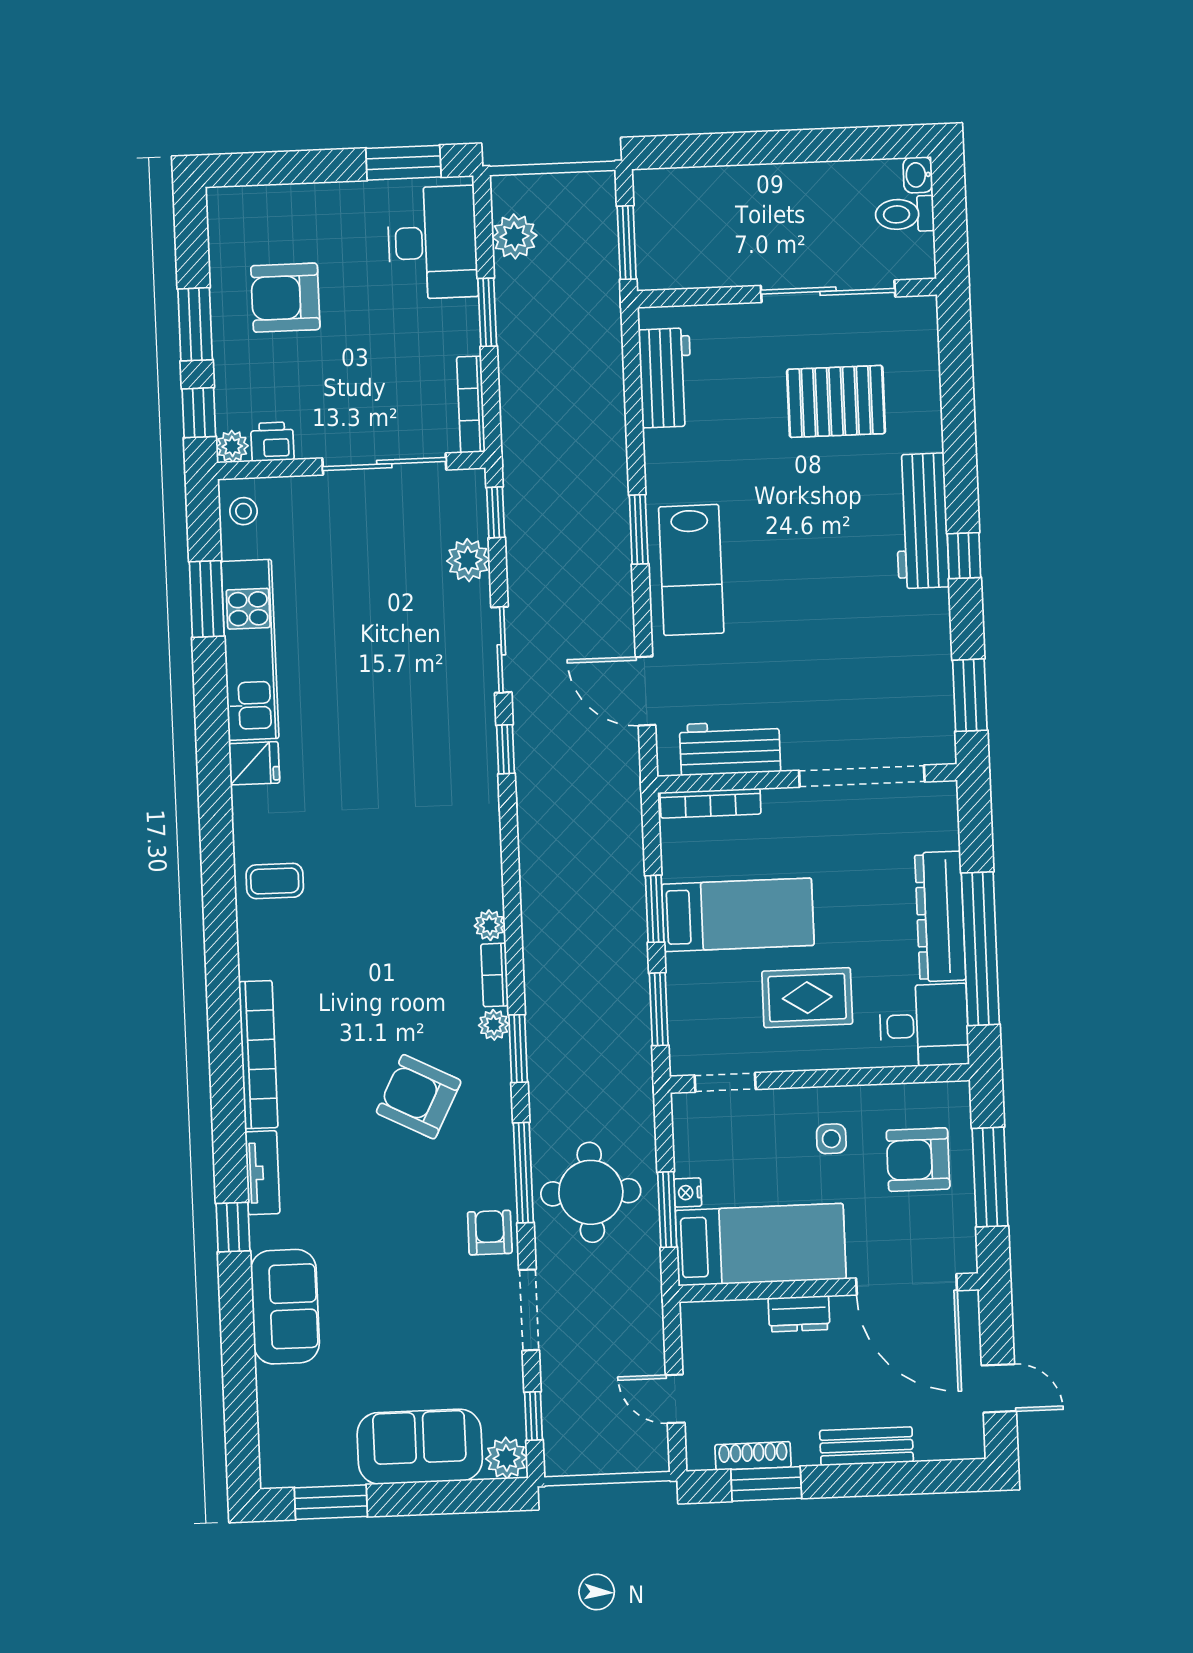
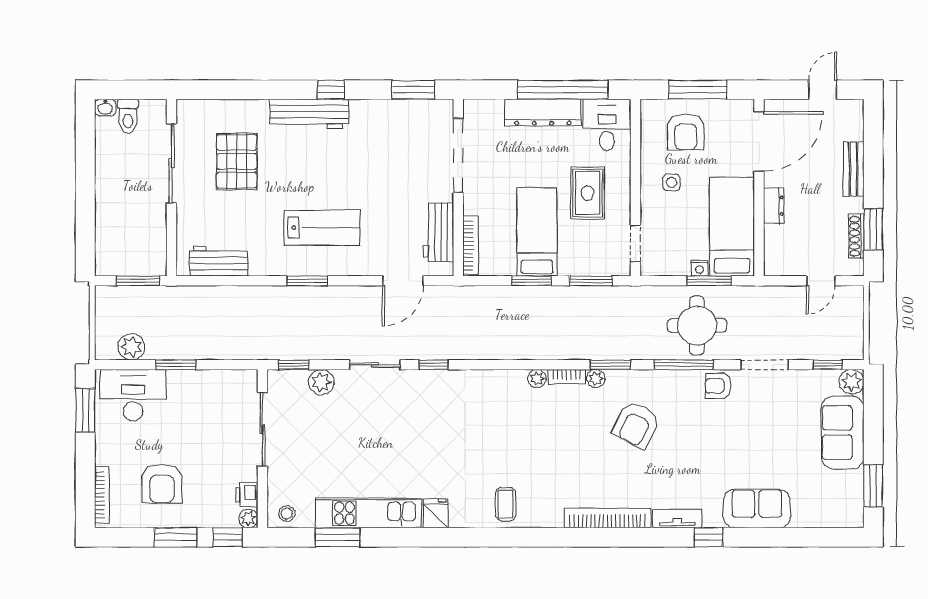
bookcase: (471, 404) -> (102, 495), moved, turned -90
lab bench: (691, 570) -> (322, 228), moved

